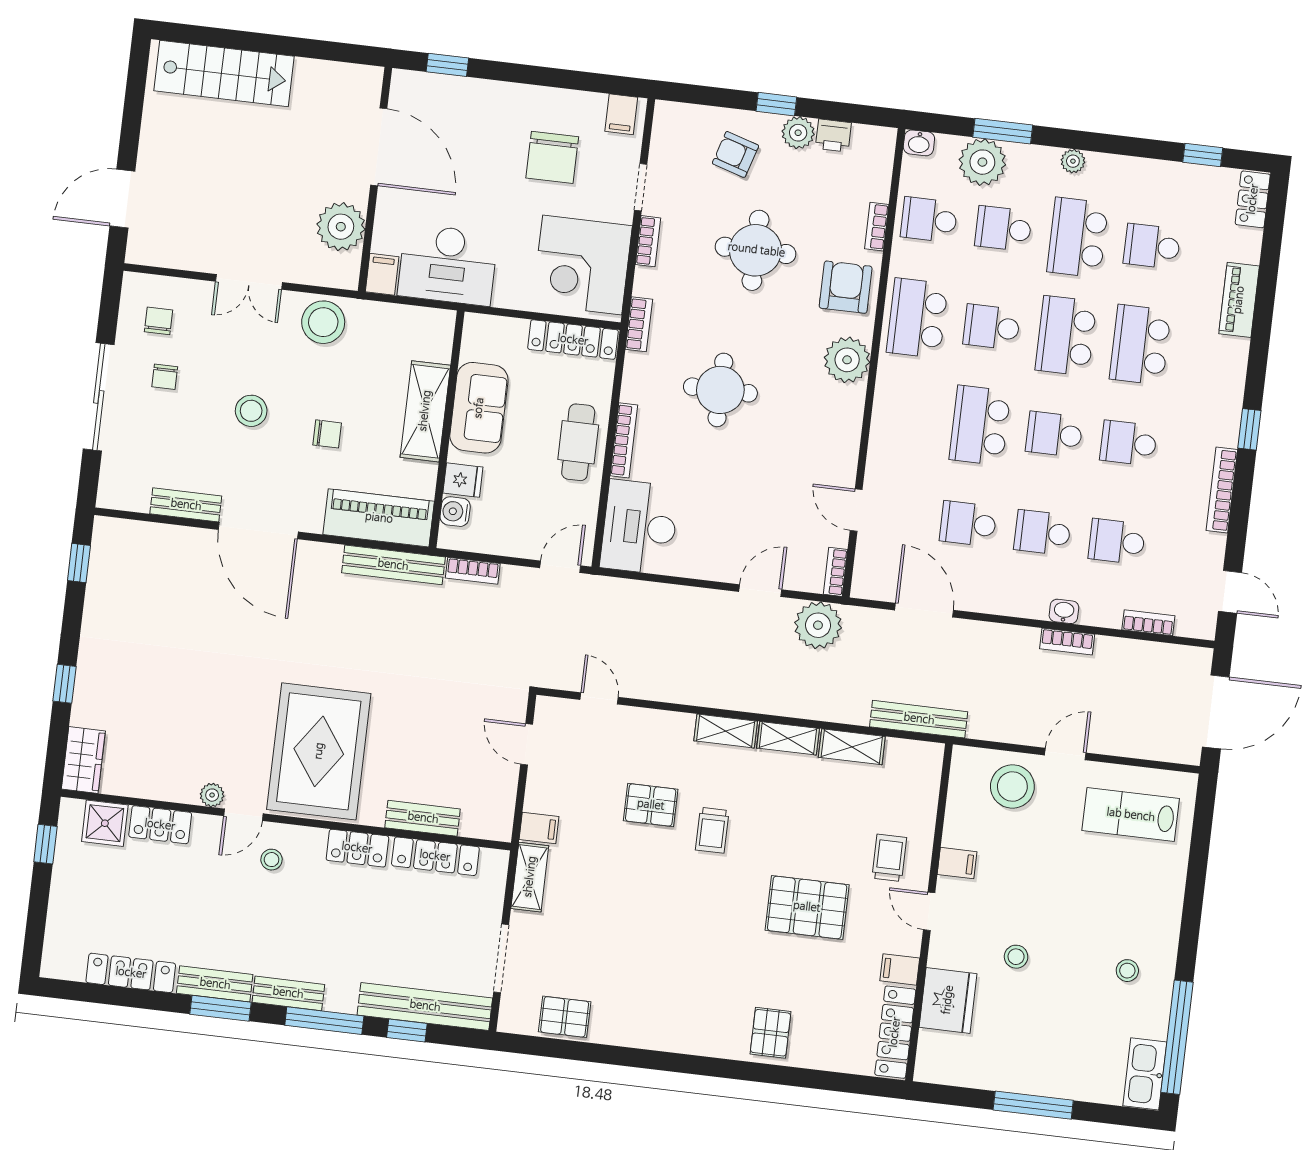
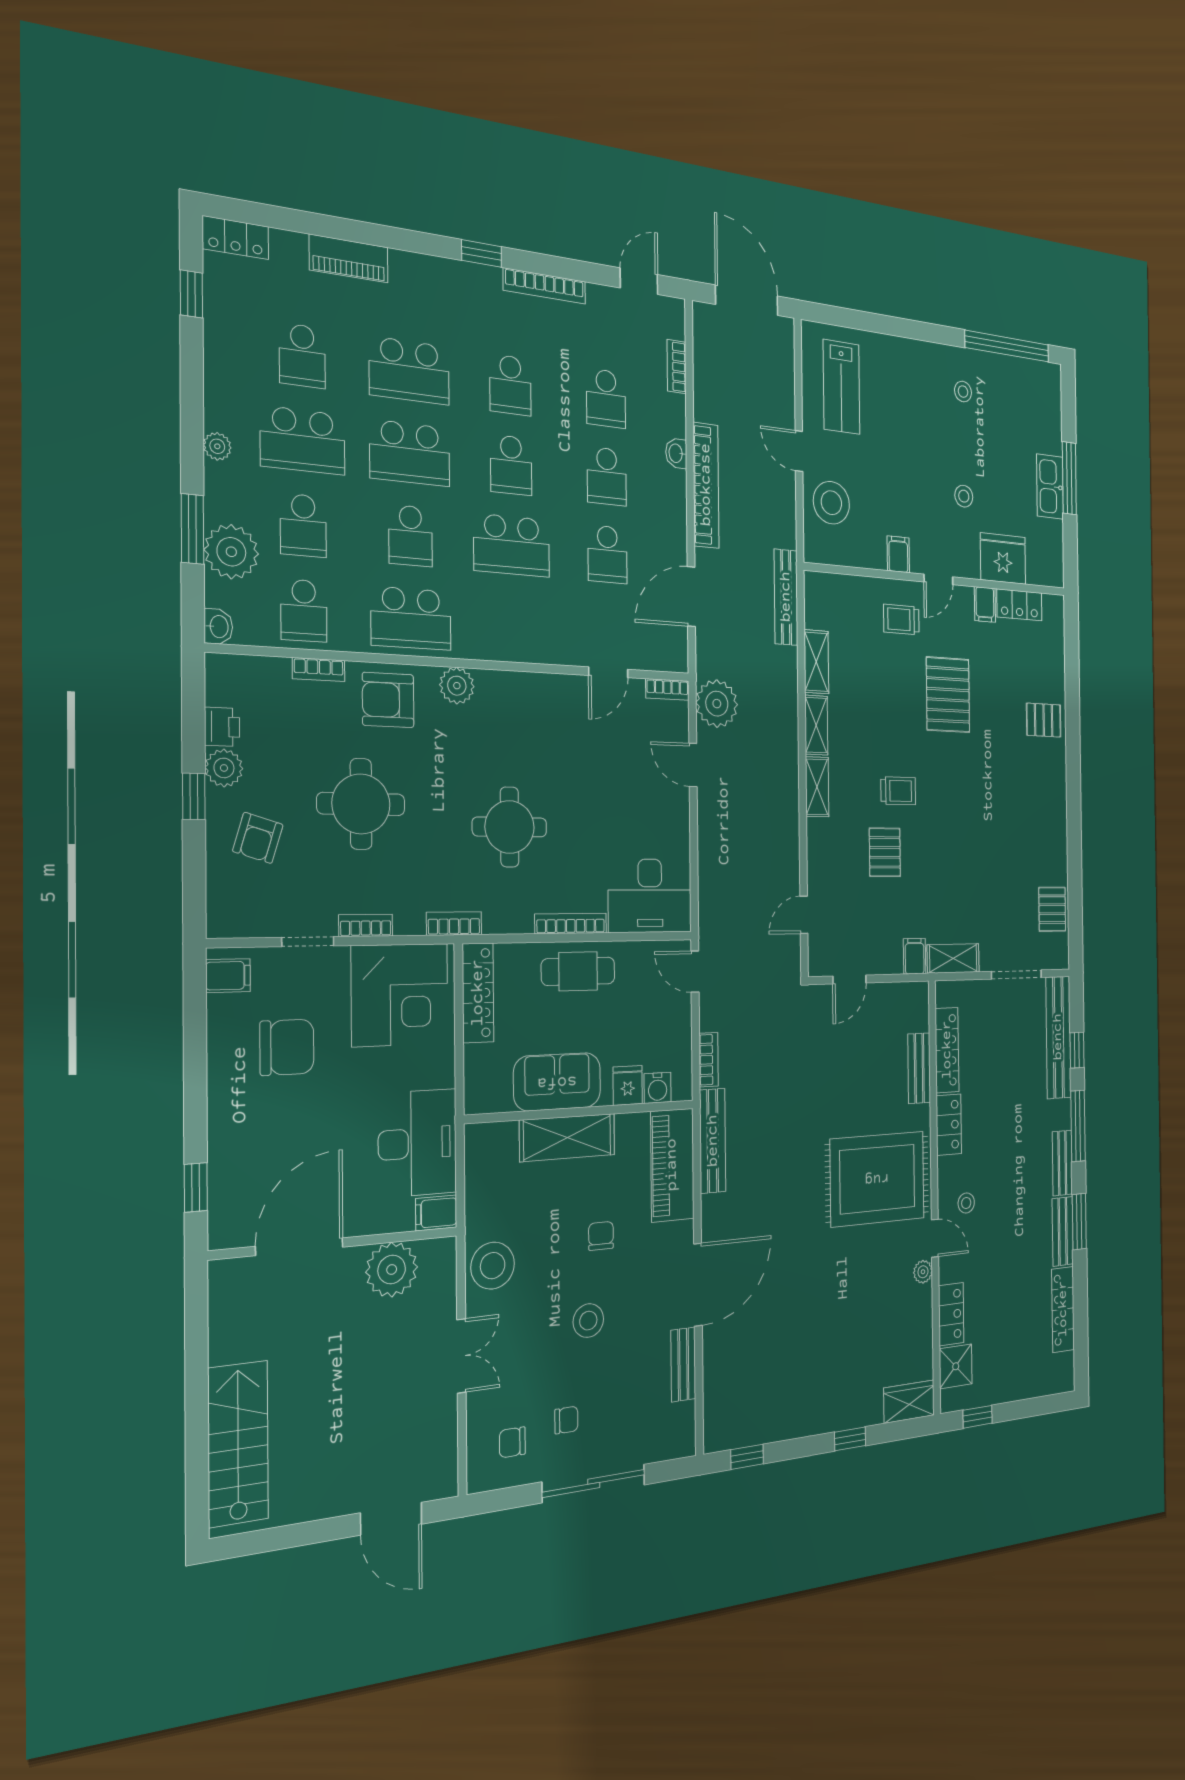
plant: (847, 360) -> (457, 686), width x0.73, depth x0.73
bookcase: (1067, 642) -> (706, 485), width x2.31, depth x1.31
locker: (895, 1032) -> (1019, 605), width x0.66
kitchen sink: (1145, 1074) -> (1050, 487), moved, turned 90

